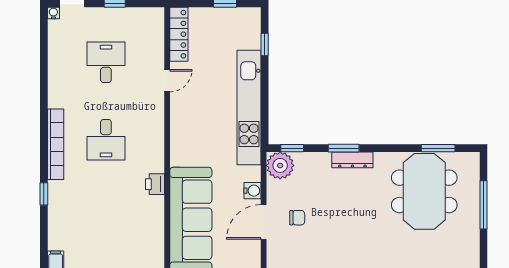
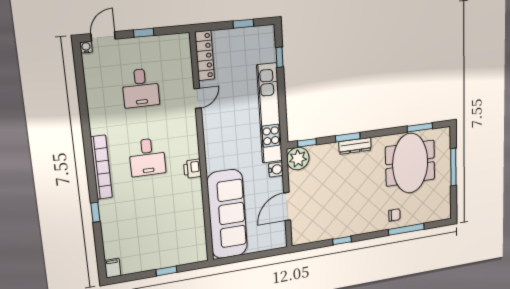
desk: (106, 62) -> (141, 88), turned 180
printer: (155, 184) -> (192, 169), moved
water cooler: (253, 191) -> (276, 169), moved
chair: (297, 218) -> (394, 215), moved

